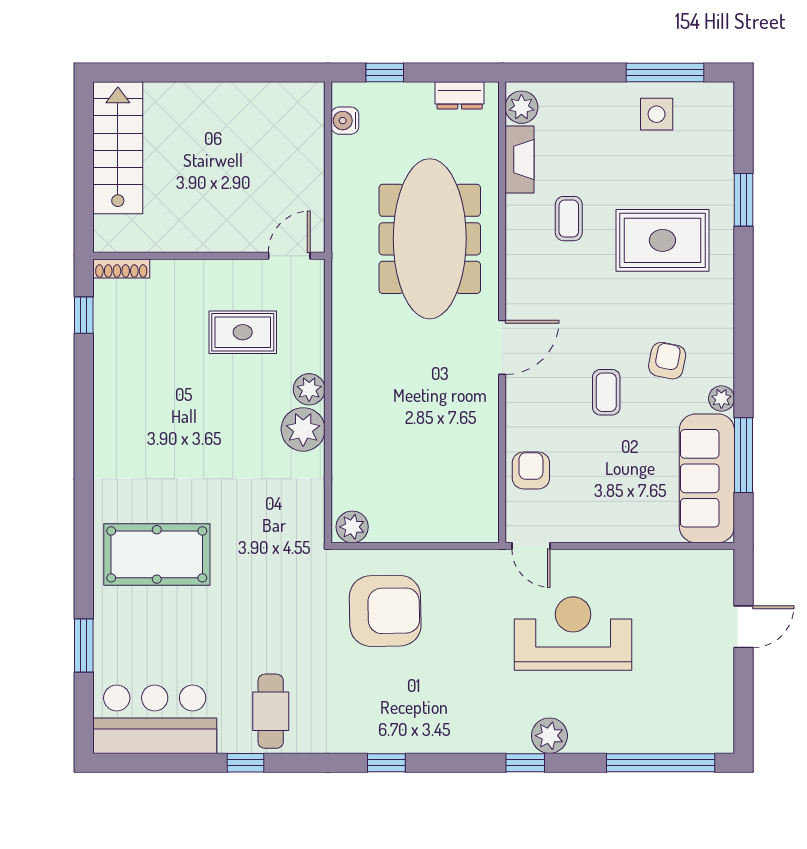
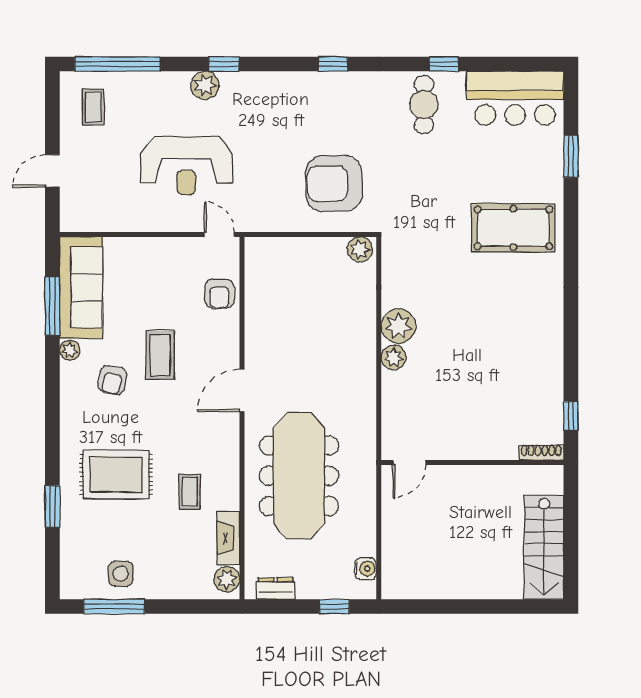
rug: (243, 332) -> (446, 402), removed
coffee table: (606, 392) -> (160, 355), width x1.36, depth x1.30
coffee table: (692, 708) -> (93, 107), added

